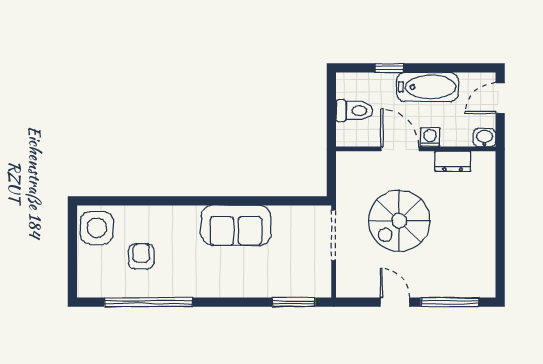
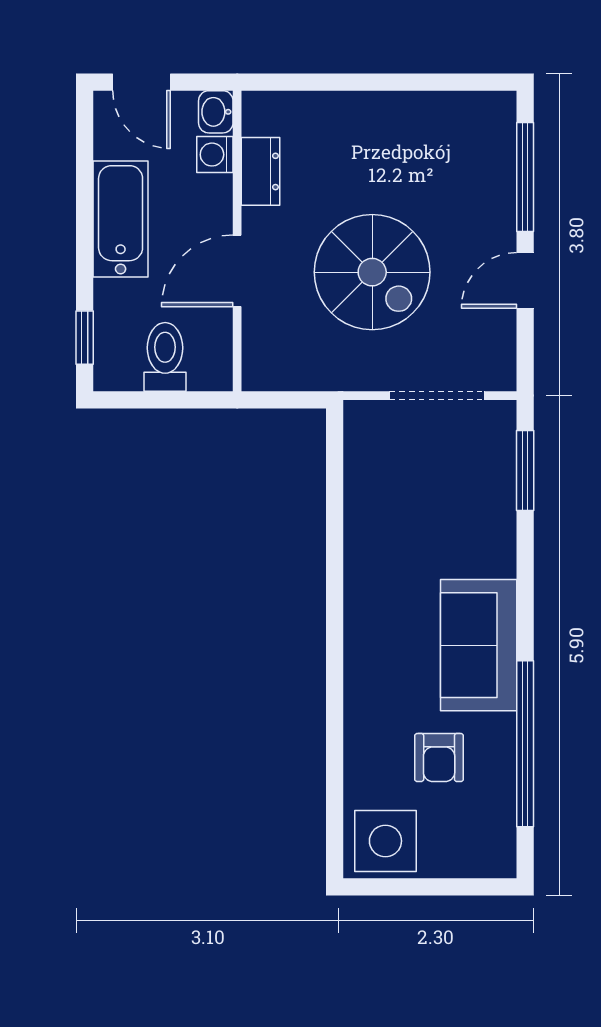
window: (389, 68) -> (85, 338), moved
washing machine: (430, 137) -> (215, 155), moved
sofa: (236, 225) -> (479, 645), moved, turned 180
doorway: (334, 235) -> (437, 396), moved
armchair: (141, 256) -> (439, 758), turned -90

